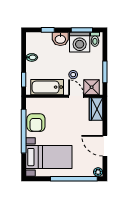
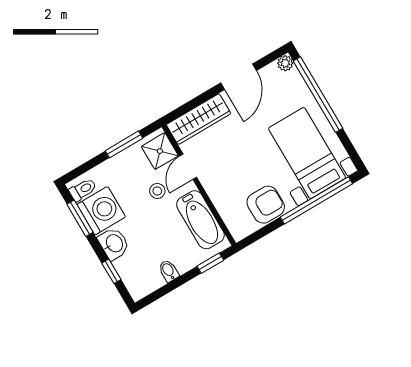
wardrobe: (96, 109) -> (199, 119), width x1.50
window: (24, 131) -> (316, 200), moved

